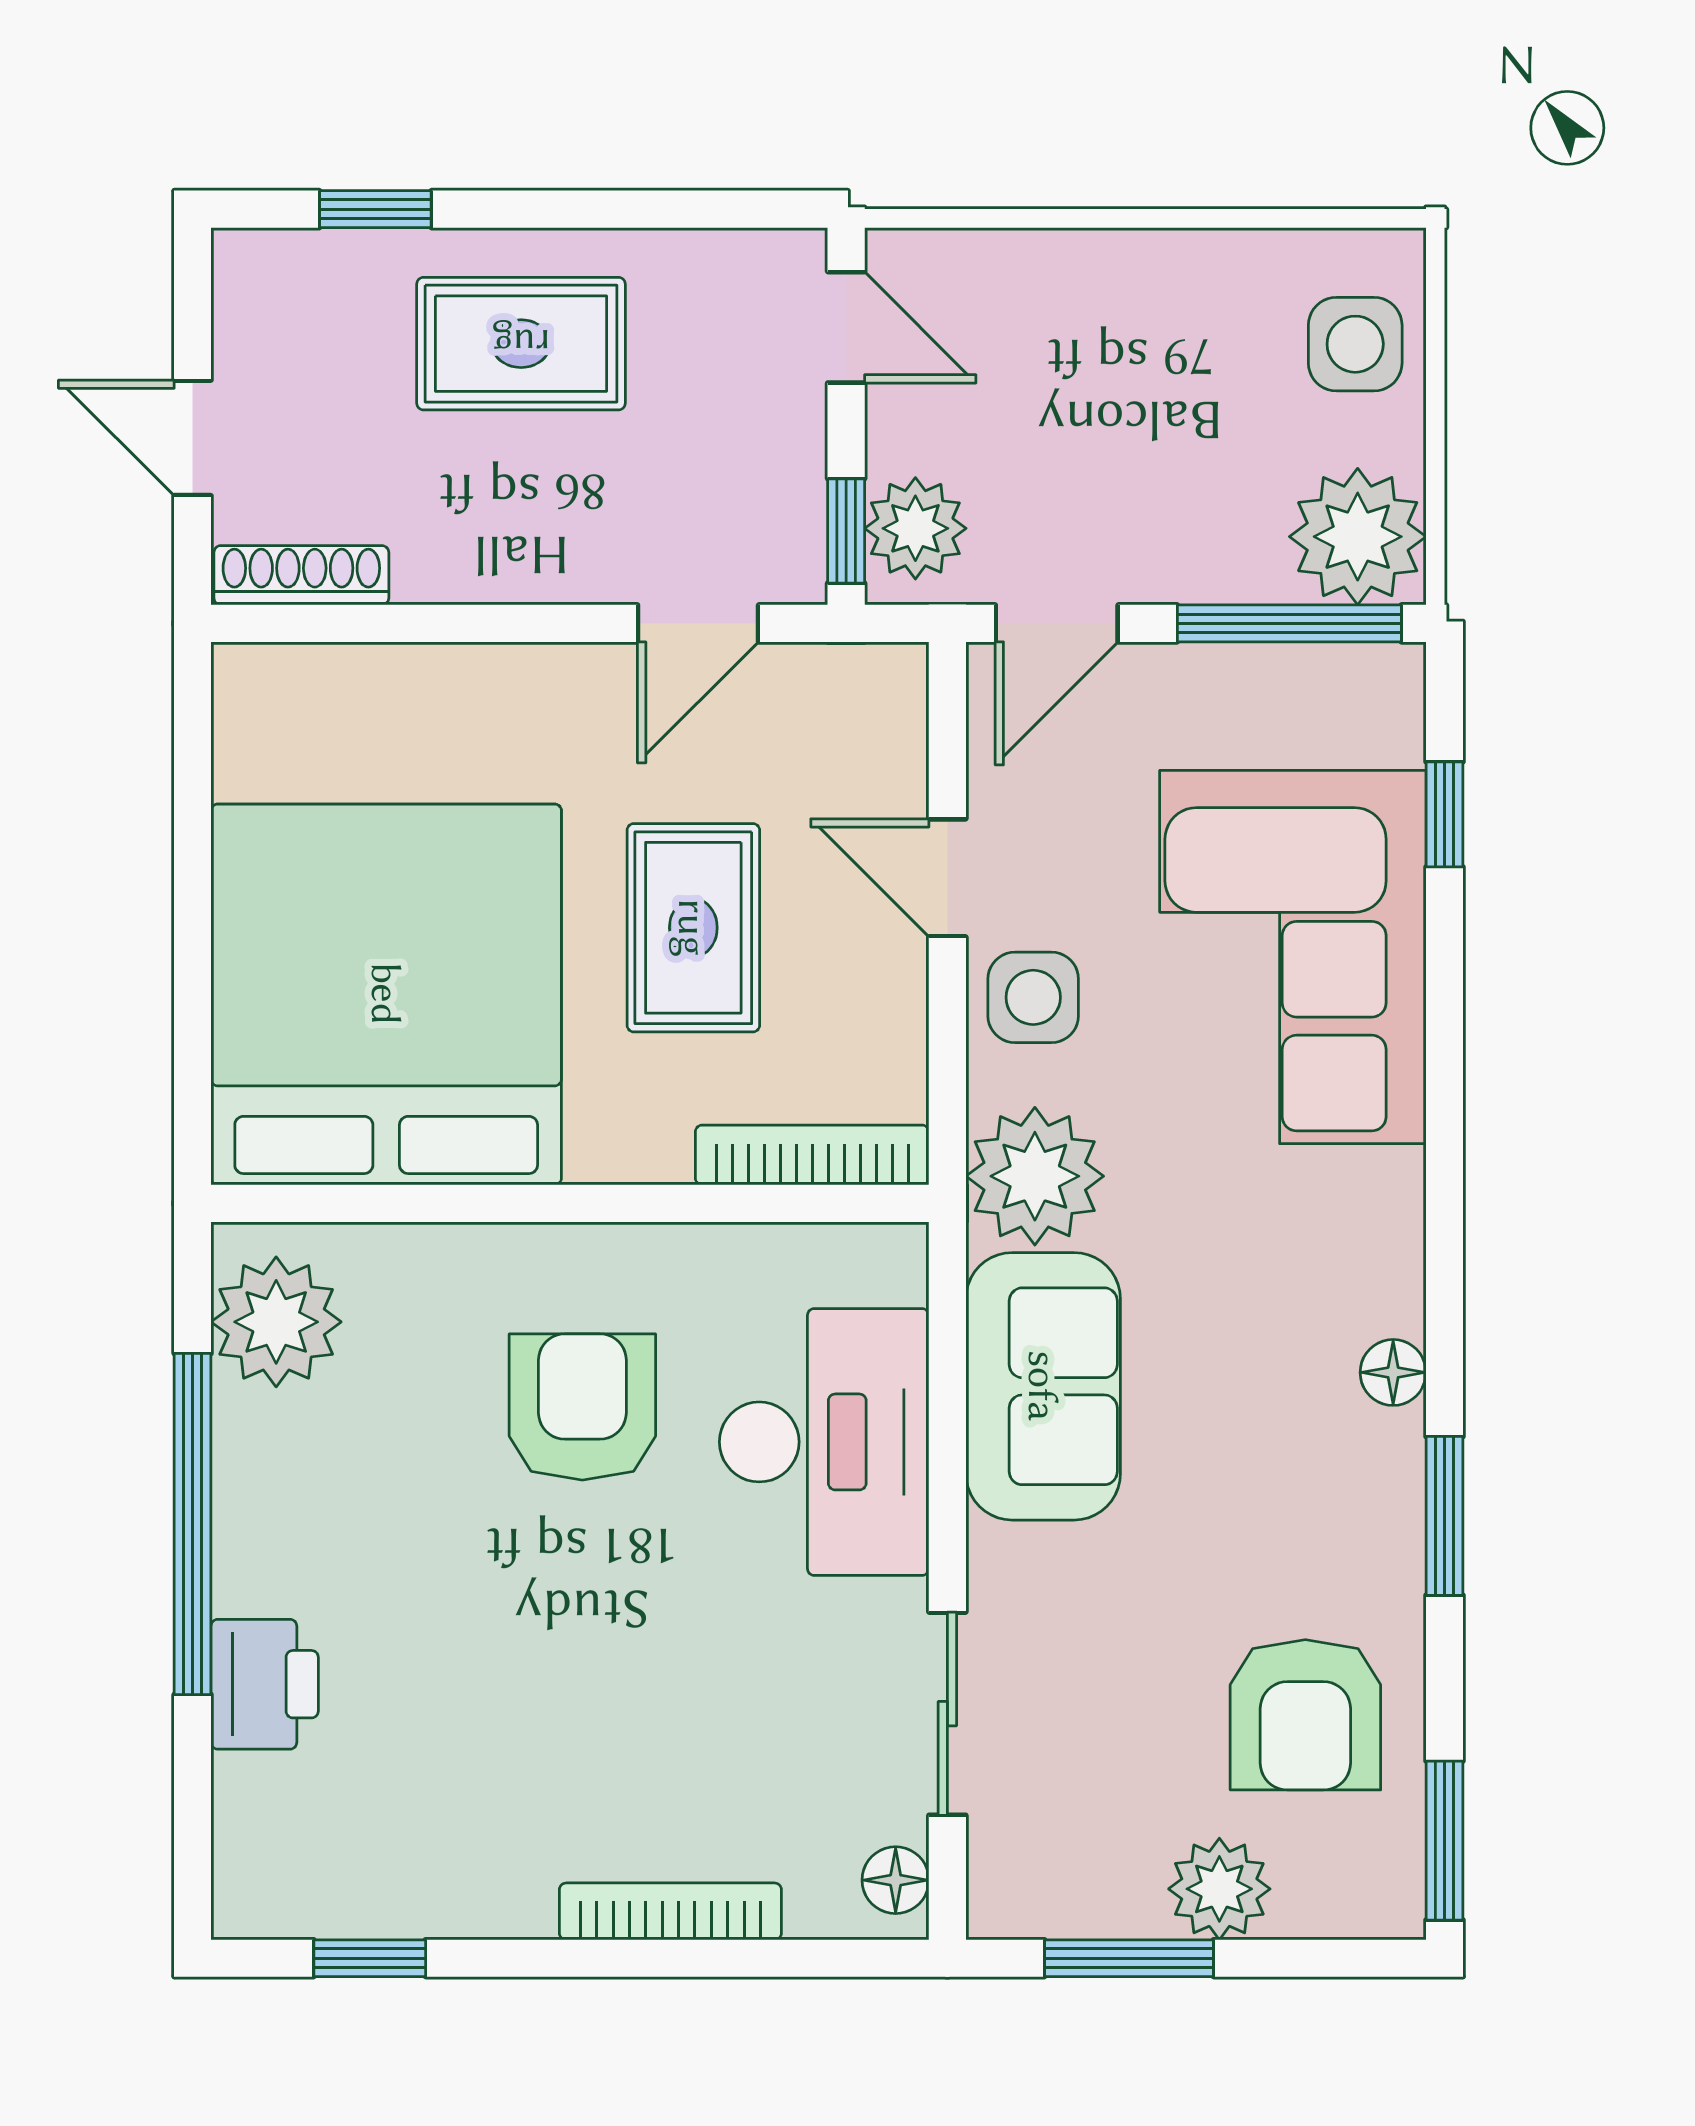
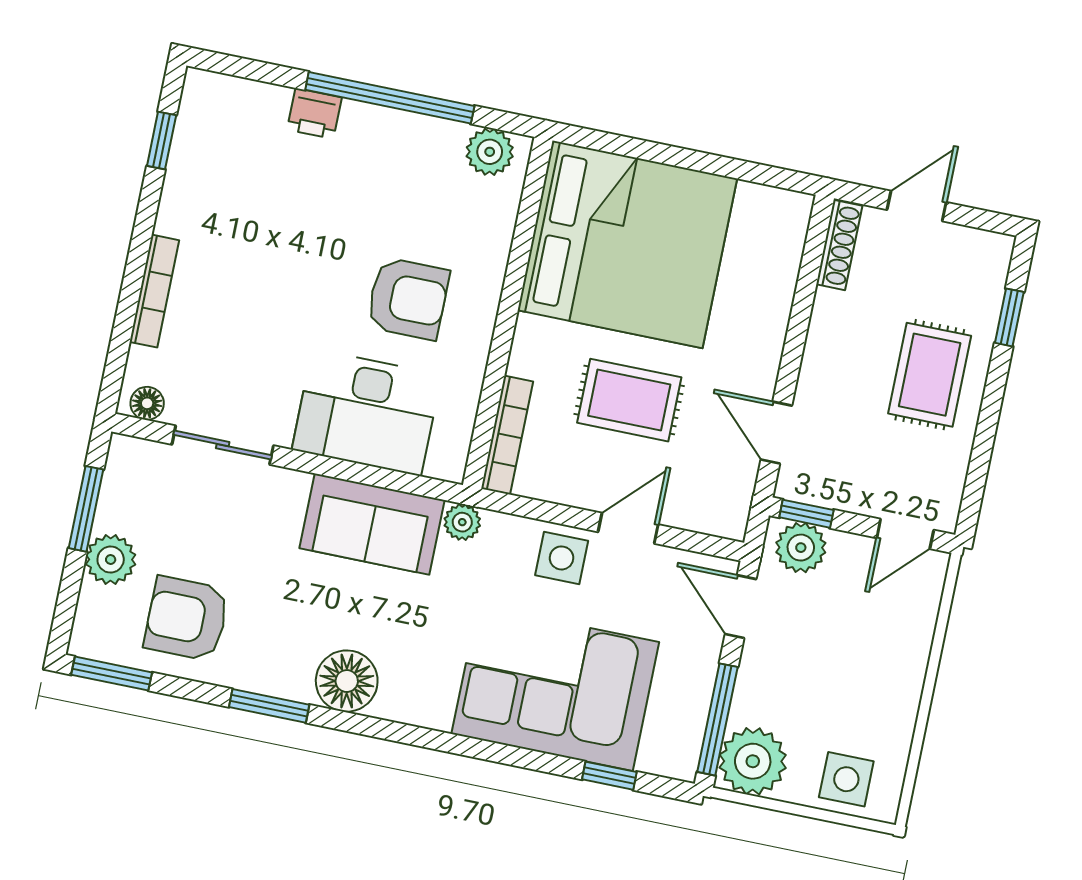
plant: (1035, 1176) -> (462, 522), width x0.53, depth x0.53
plant: (276, 1322) -> (490, 152), width x0.73, depth x0.73
floor lamp: (1393, 1372) -> (347, 681), width x1.89, depth x1.89
printer: (265, 1684) -> (314, 114), width x0.73, depth x0.81

